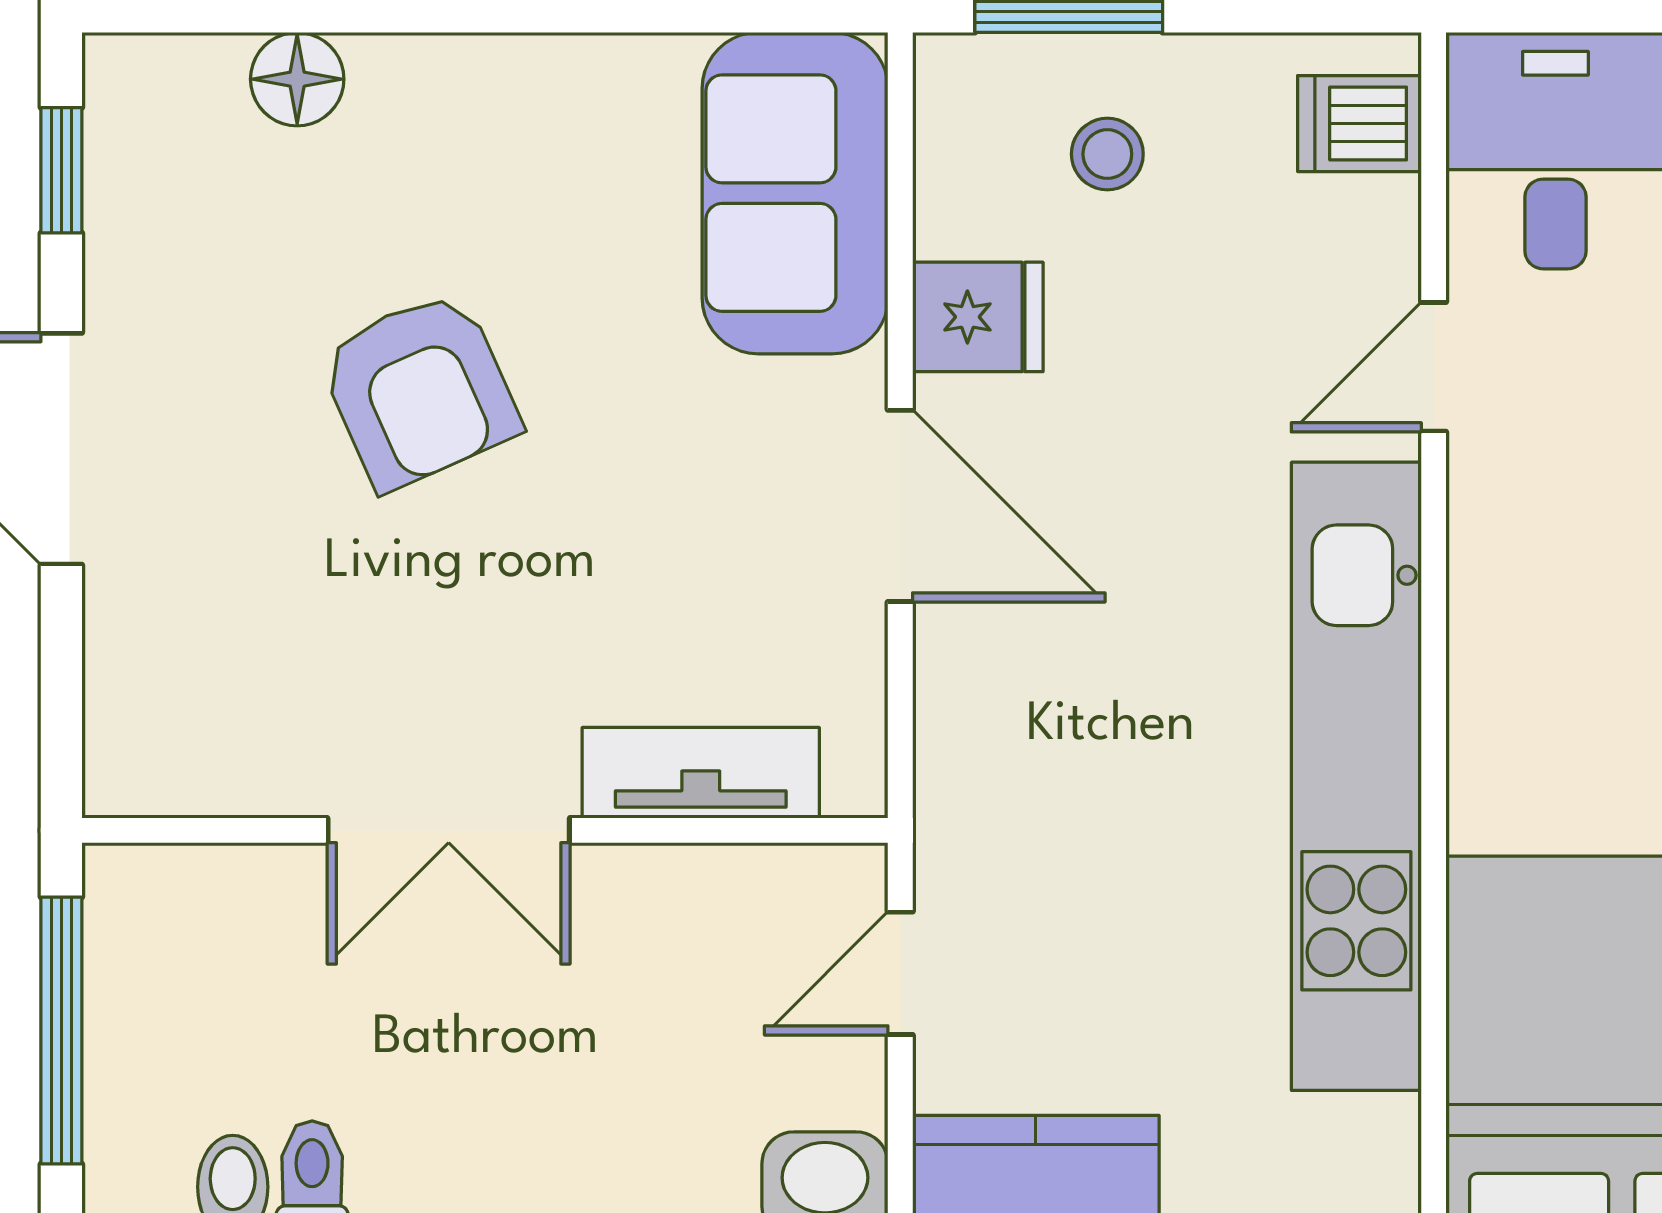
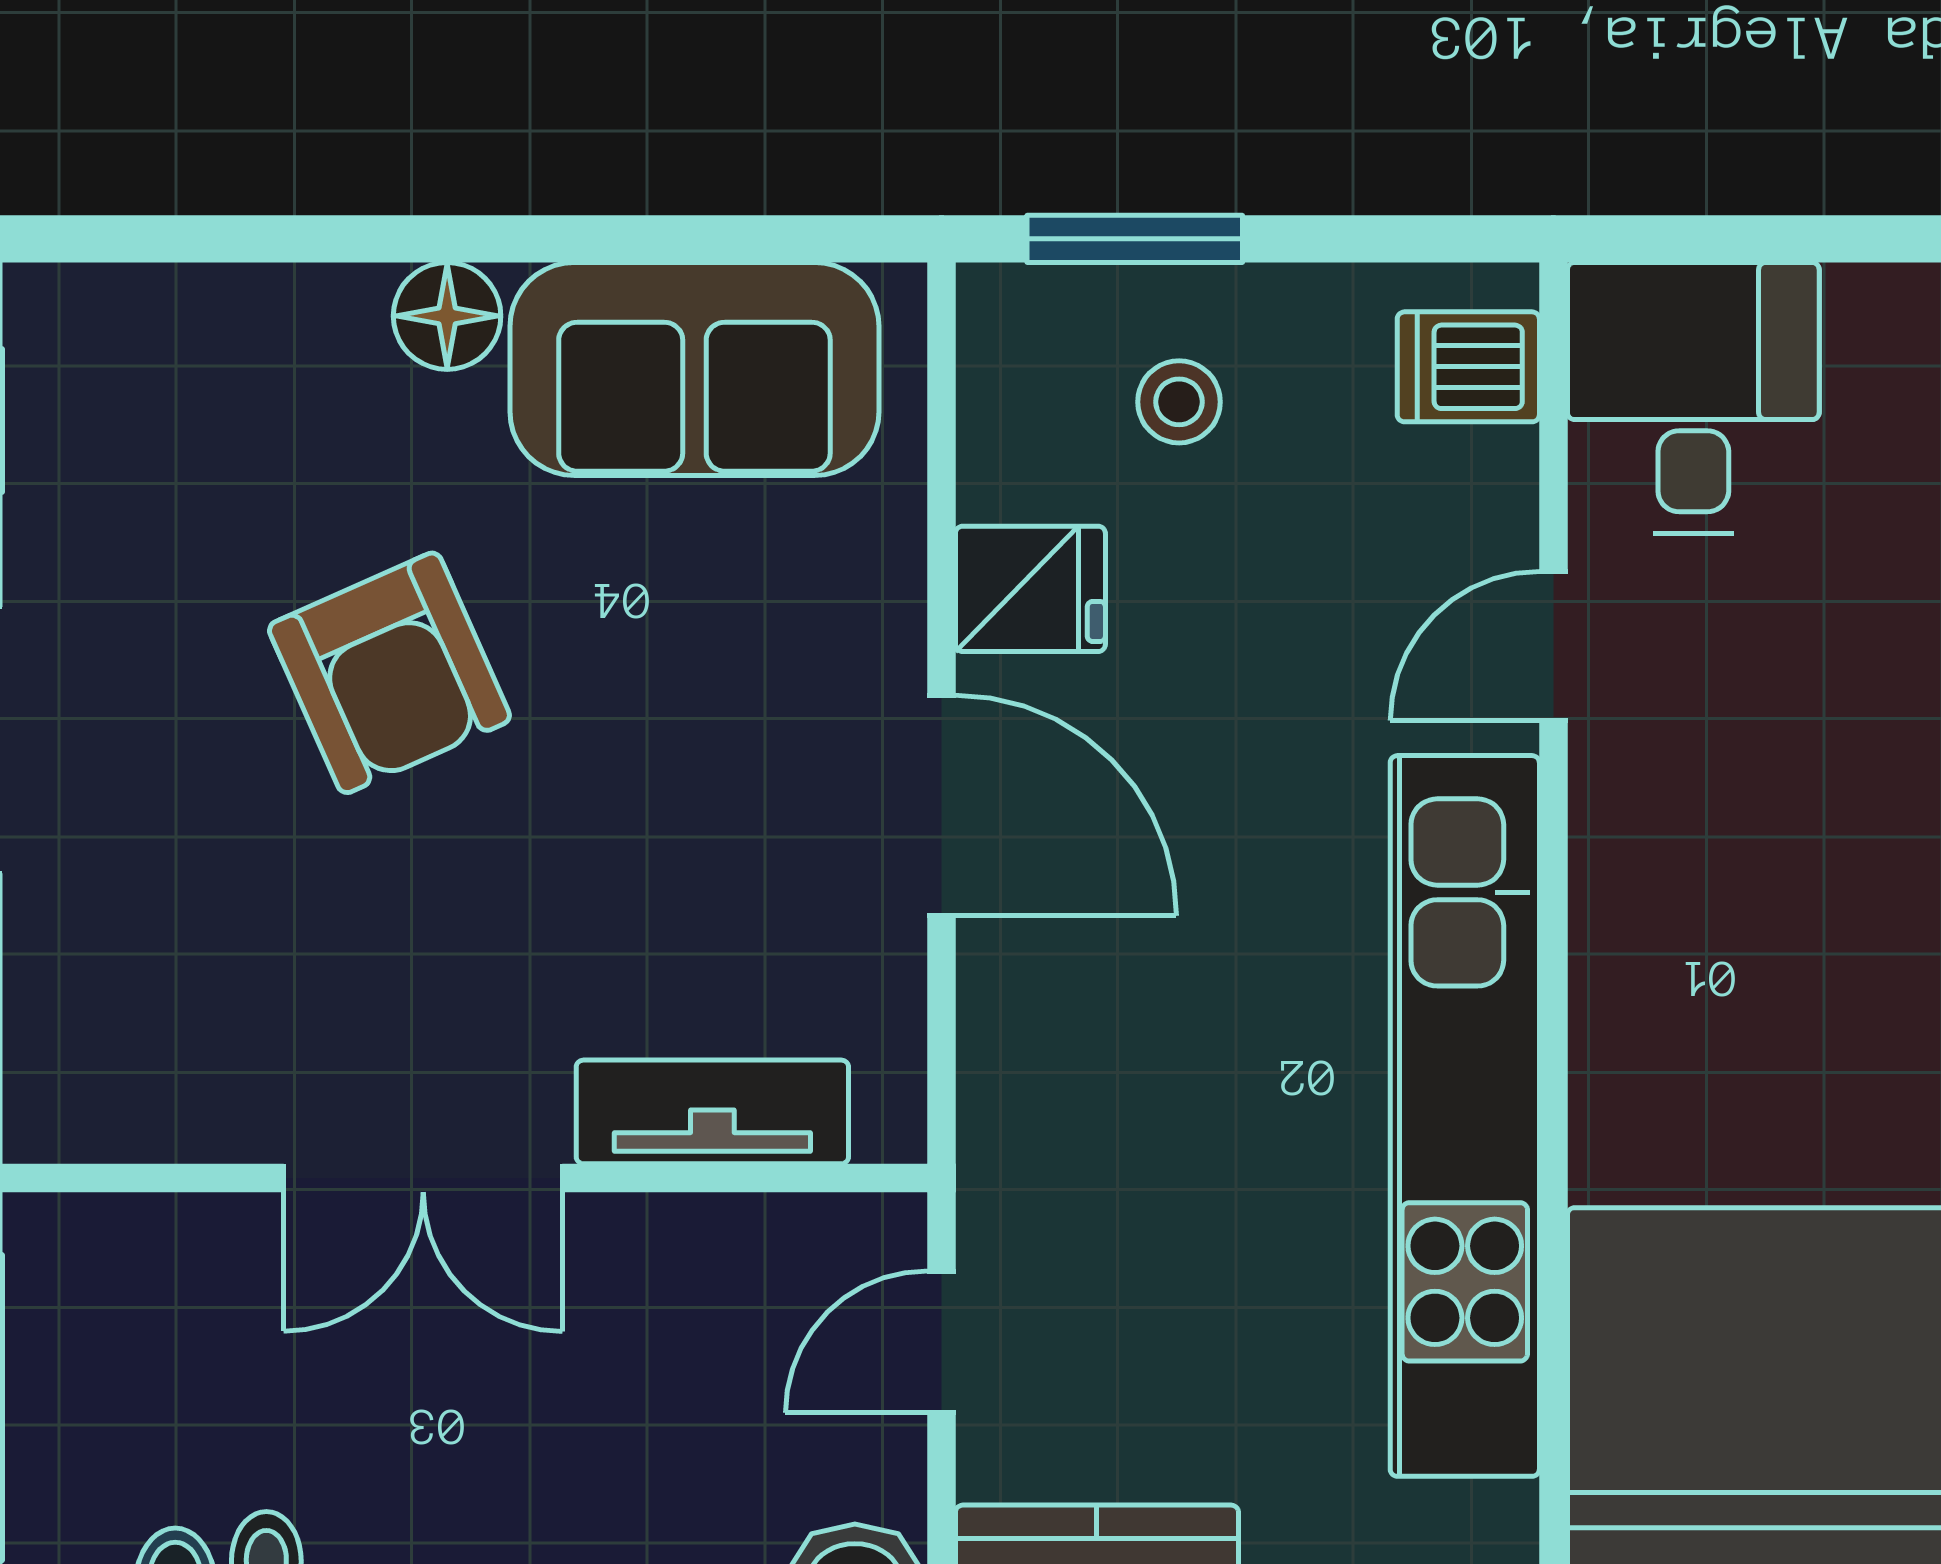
floor lamp: (297, 79) -> (447, 316), moved
sofa: (795, 193) -> (694, 369), moved, turned -90

